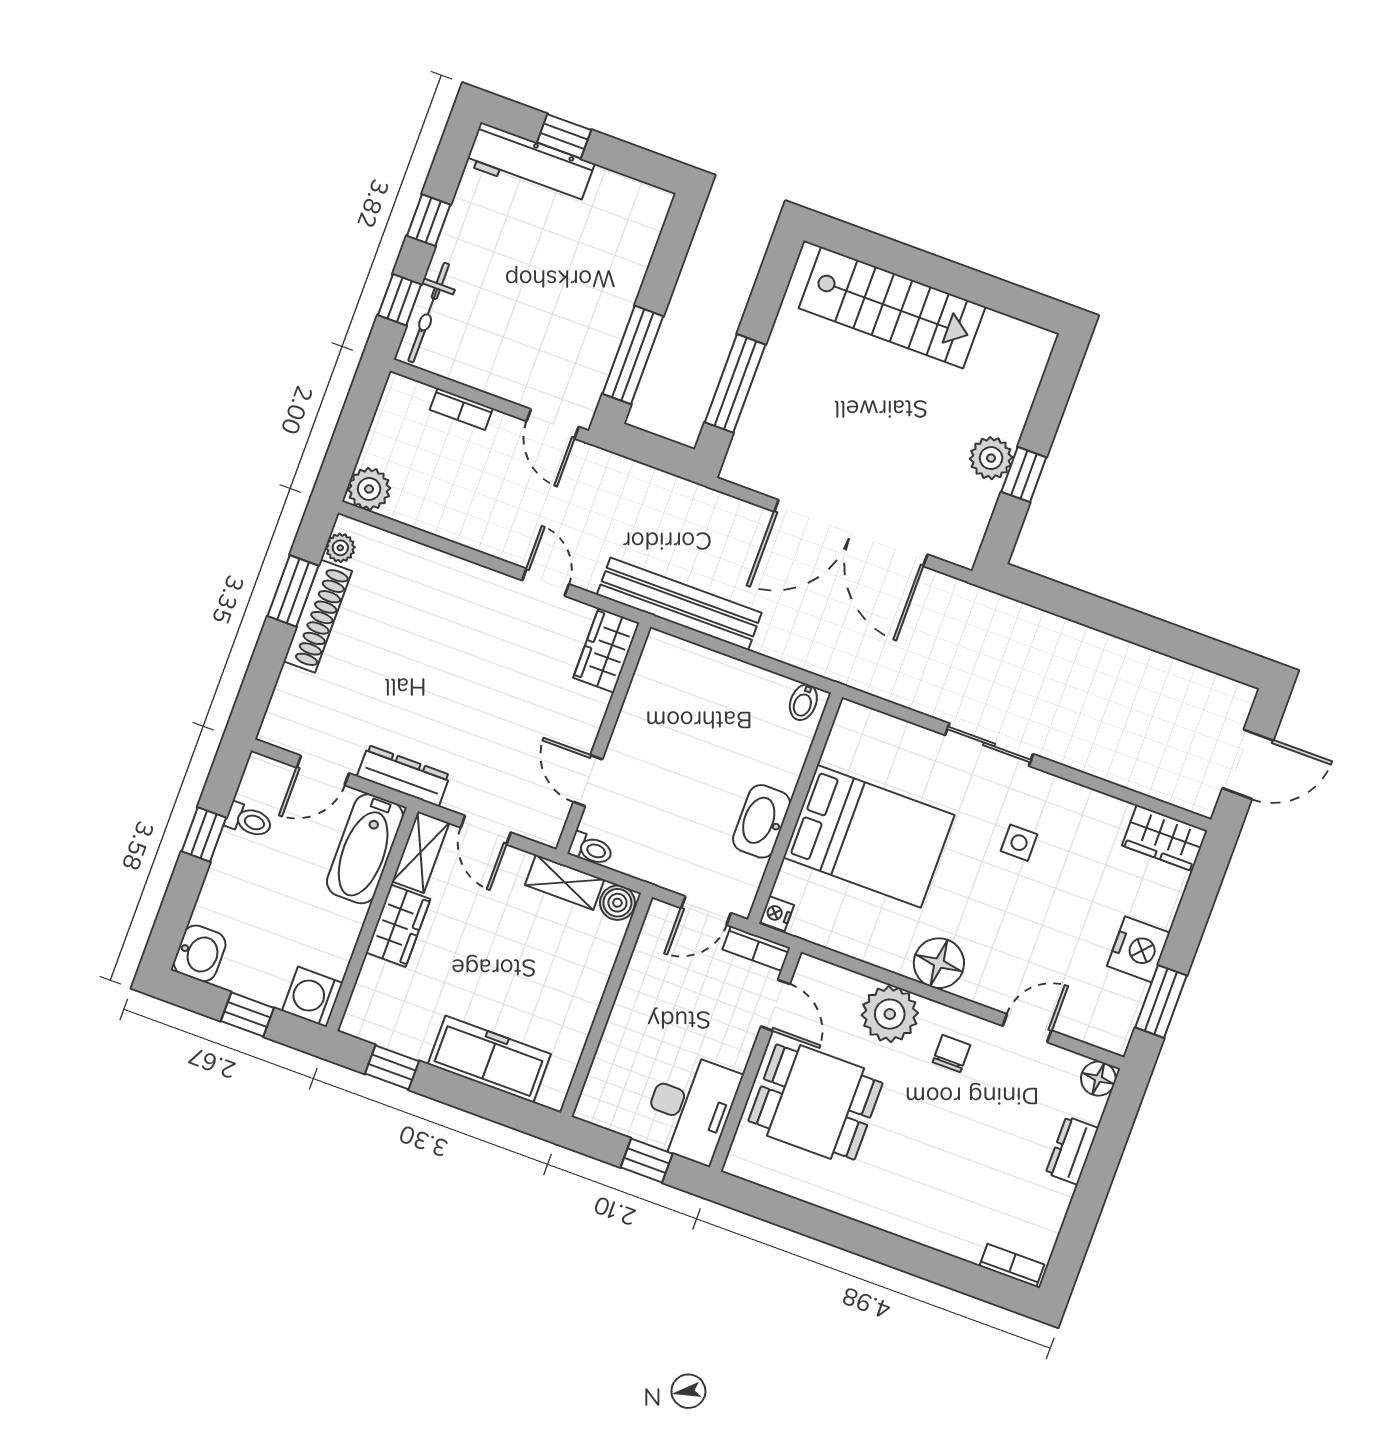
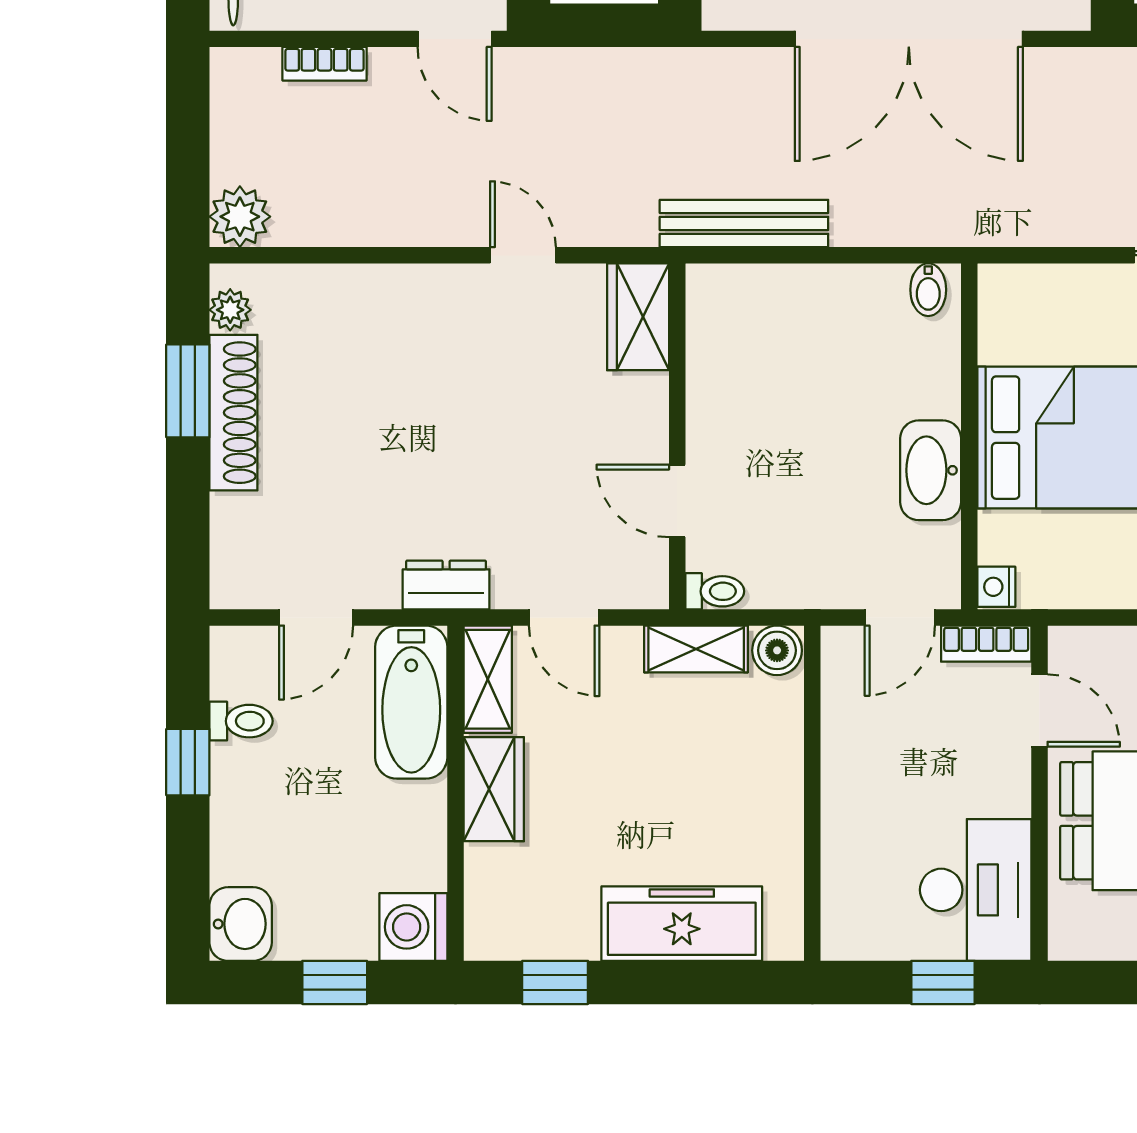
bench: (679, 604) -> (744, 223), width x0.73, depth x0.82
dresser: (403, 776) -> (446, 585), width x0.70

